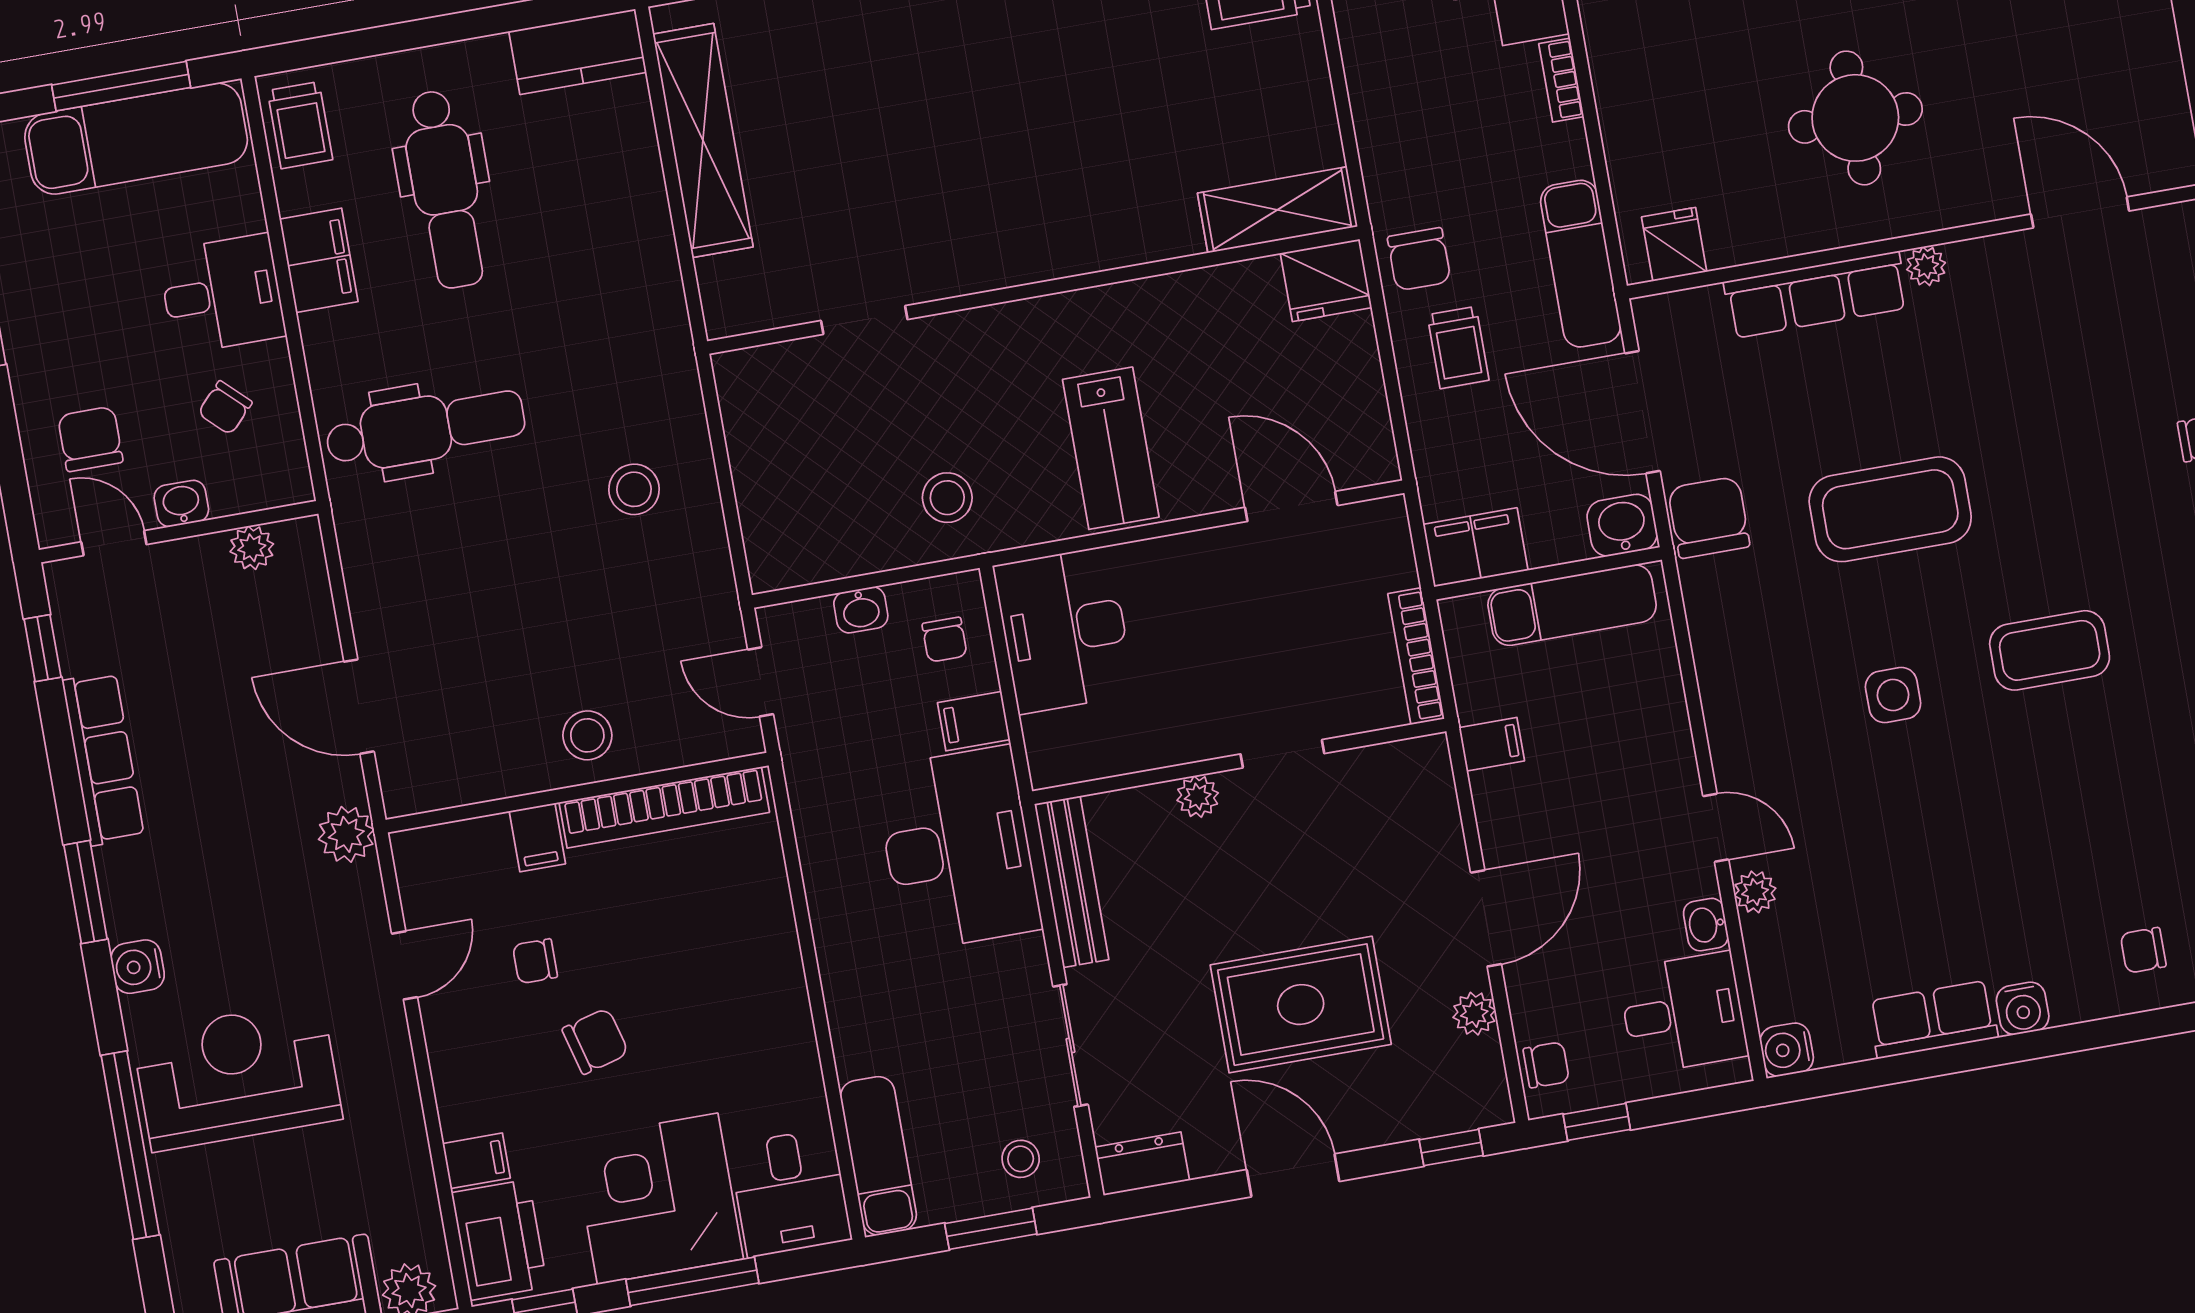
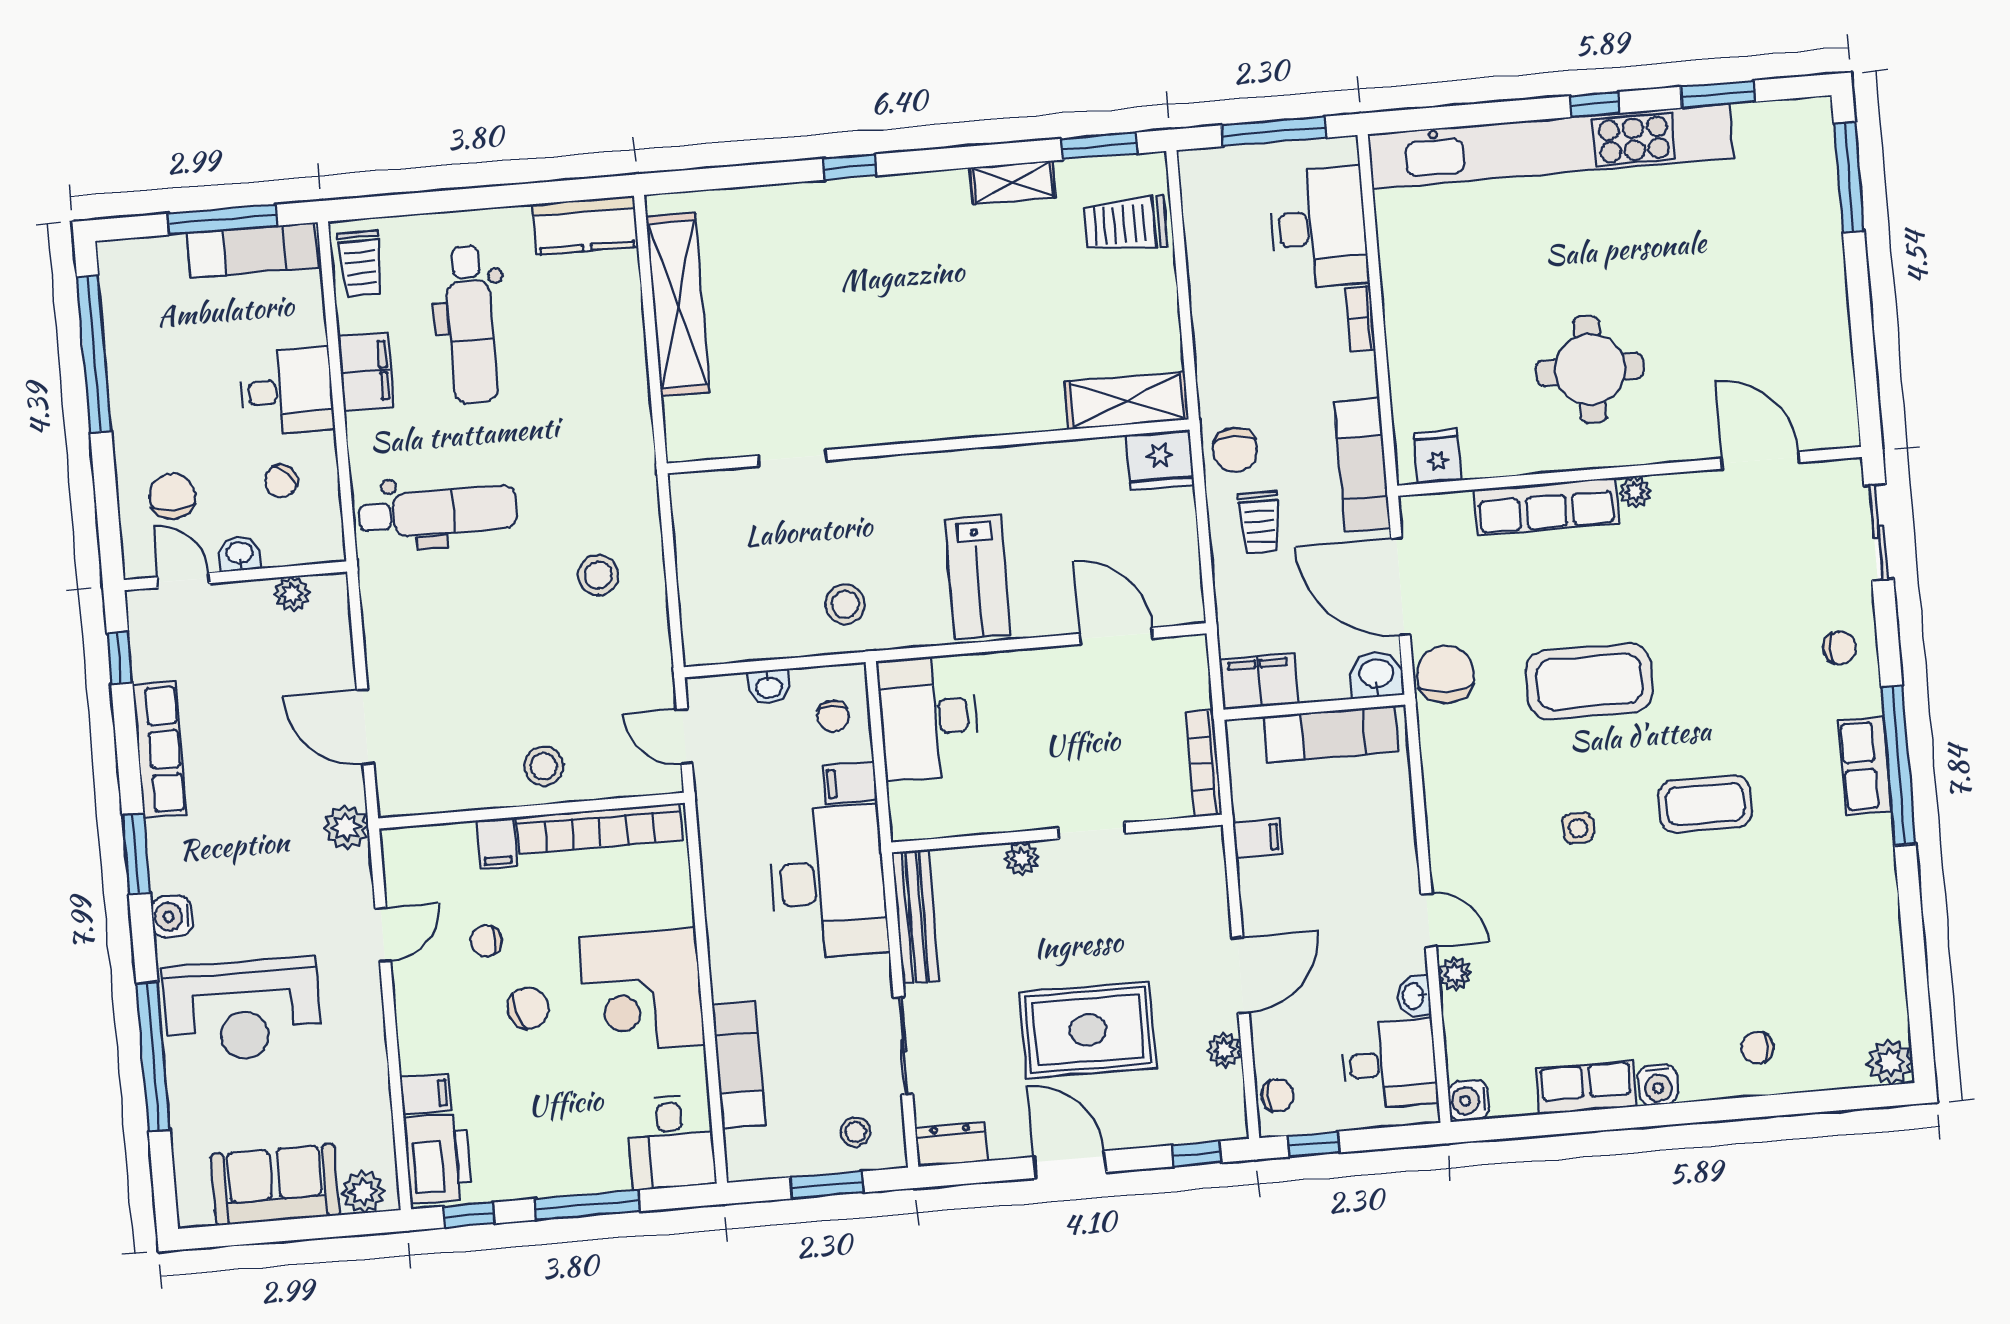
exam couch: (136, 139) -> (252, 250), width x0.73, depth x0.69
side table: (1893, 695) -> (1578, 828), width x0.73, depth x0.73
reception desk: (237, 1076) -> (243, 1010), turned 180
exam couch: (878, 1156) -> (739, 1065), moved
corner desk: (658, 1199) -> (642, 991), moved, turned -90

